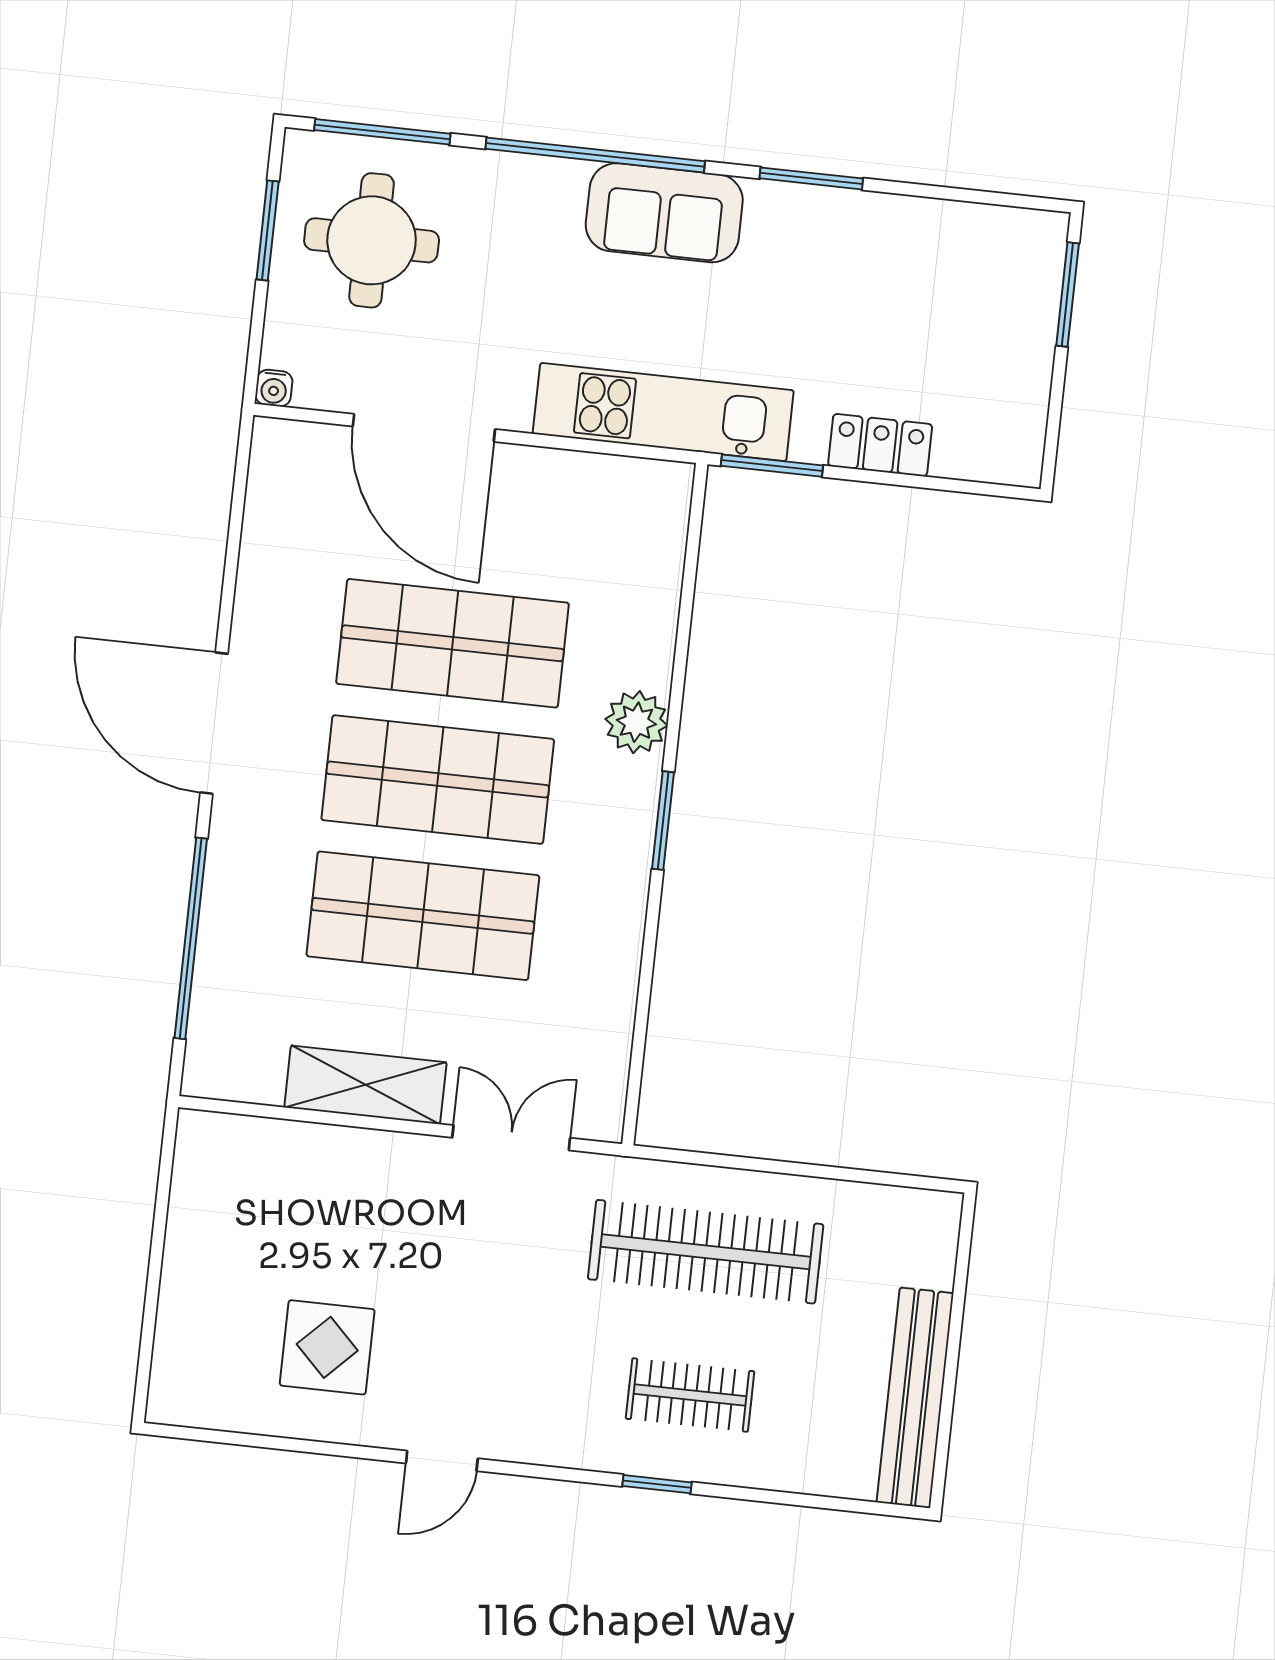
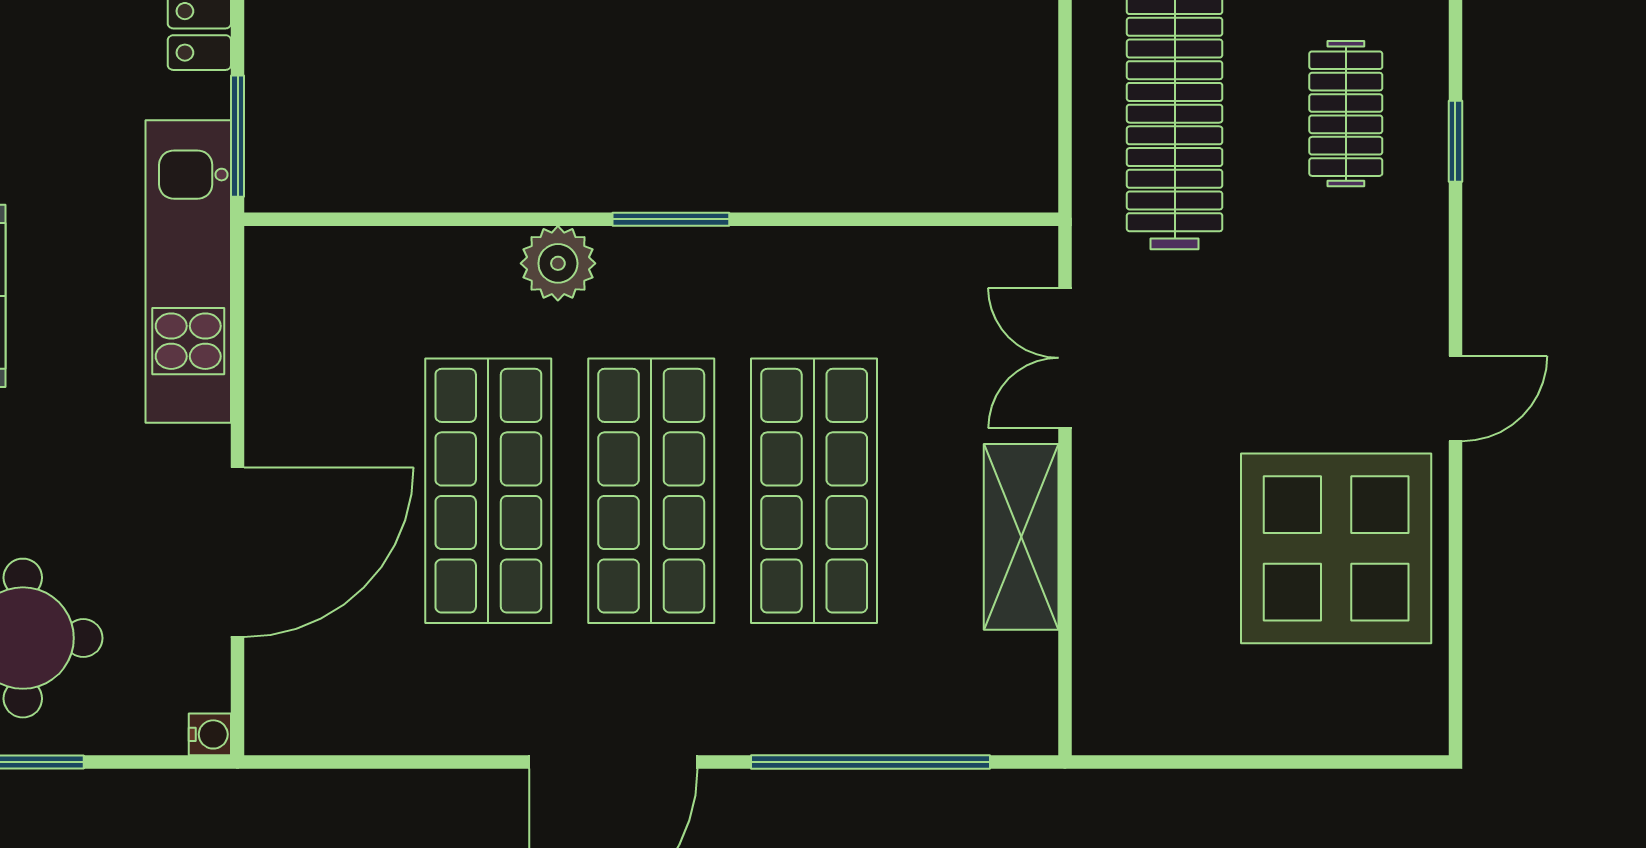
display table: (327, 1347) -> (1336, 548), width x1.86, depth x1.86
door: (442, 1461) -> (1455, 398), hinge flipped

